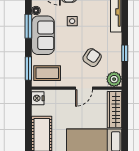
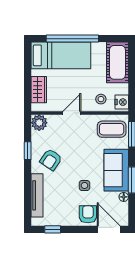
armchair: (92, 58) -> (51, 160), moved
stool: (57, 101) -> (101, 99), added
wardrobe: (114, 110) -> (39, 90), width x0.67

